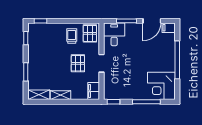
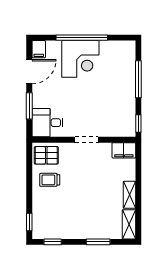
door: (152, 21) -> (29, 72), hinge flipped
pallet: (78, 63) -> (87, 171), removed
corner desk: (161, 86) -> (80, 59), moved

